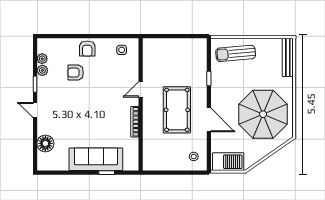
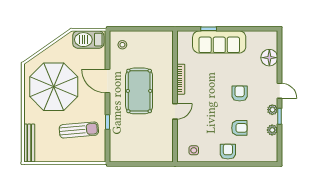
sun lounger: (236, 53) -> (79, 130), moved
plant: (42, 59) -> (272, 110), moved
armchair: (75, 107) -> (240, 93), added

